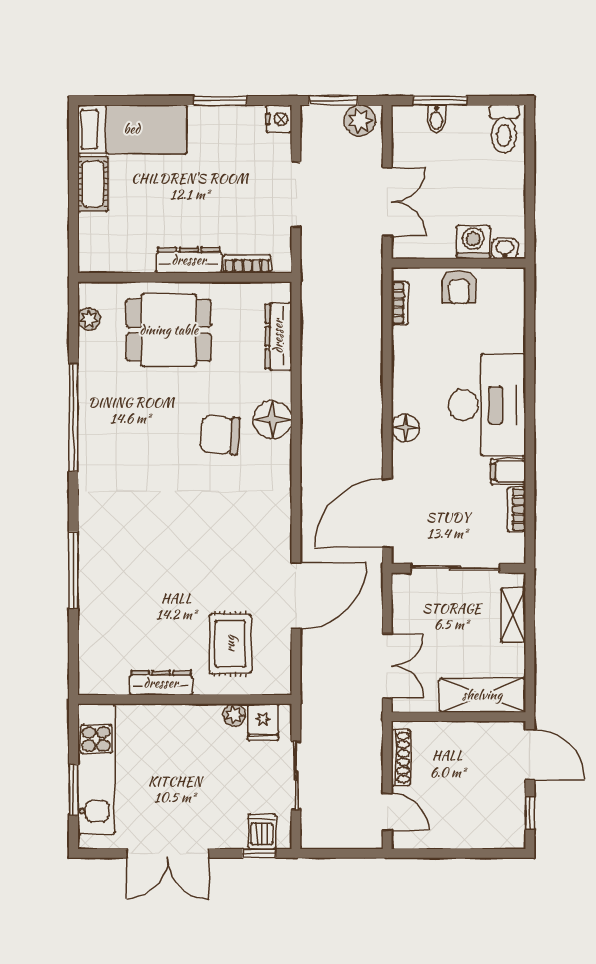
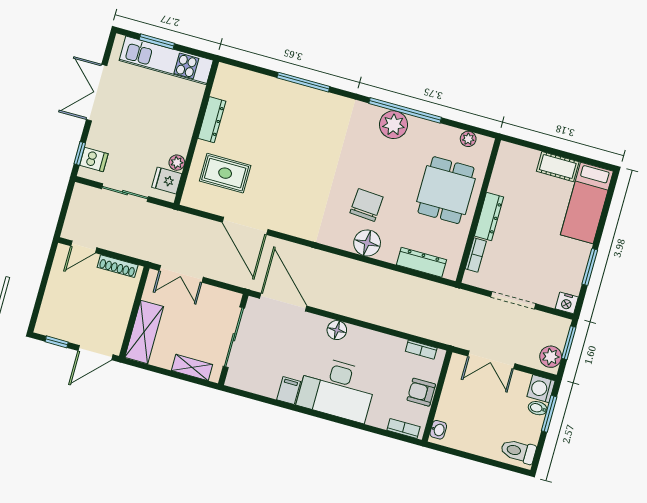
washing machine: (473, 242) -> (541, 389), moved, turned 180
plant: (98, 428) -> (394, 125), added
bookcase: (517, 509) -> (404, 429), moved

